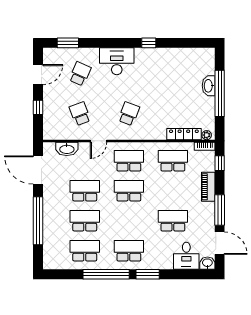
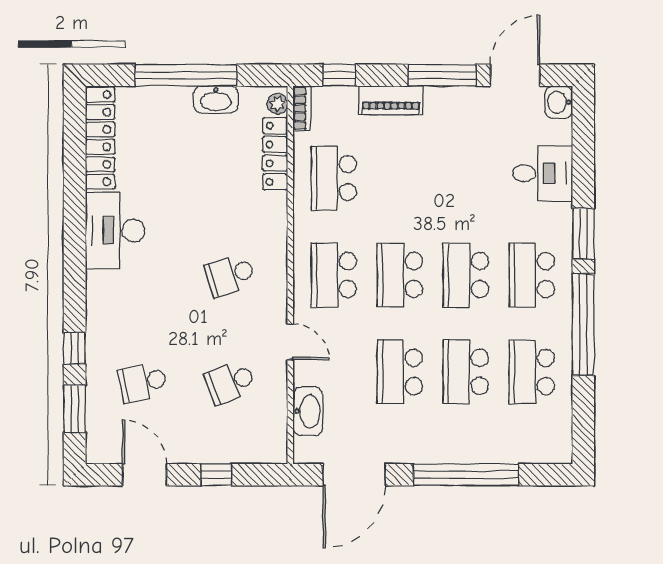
window: (149, 43) -> (75, 348), moved
locker: (191, 54) -> (100, 138), added
desk: (117, 61) -> (115, 230), moved
school desk: (80, 74) -> (143, 382), turned -36
washbasin: (209, 86) -> (216, 100), moved
school desk: (129, 114) -> (230, 275), turned -39
school desk: (173, 221) -> (466, 275), moved
desk: (186, 256) -> (543, 173), moved

